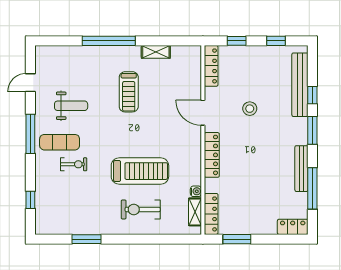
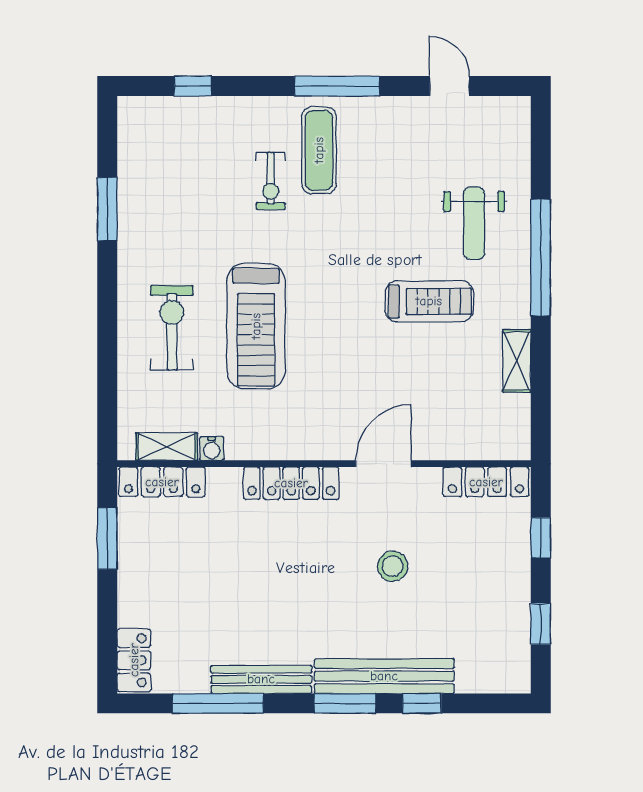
bench: (300, 85) -> (384, 676), moved
treadmill: (129, 92) -> (429, 301), turned 180
weight bench: (71, 106) -> (474, 223), moved

